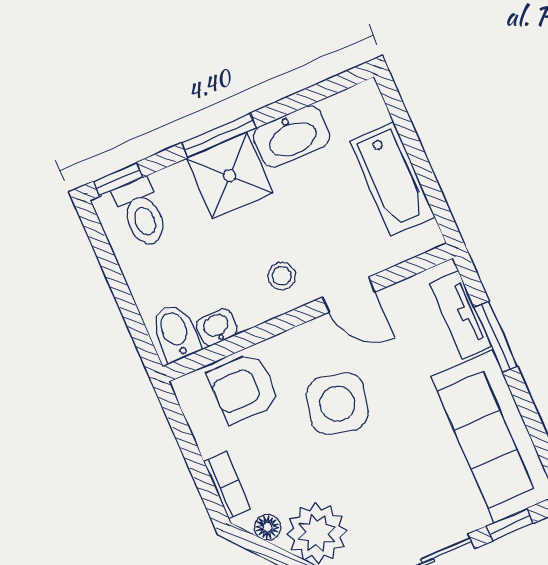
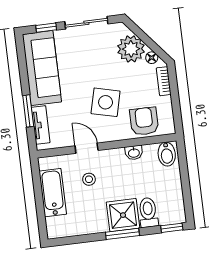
washbasin: (292, 136) -> (91, 224), removed
toilet: (141, 213) -> (148, 212), moved
stool: (282, 276) -> (89, 179), moved
washbasin: (217, 327) -> (134, 153), moved
armchair: (244, 388) -> (144, 121), turned -90

